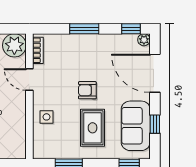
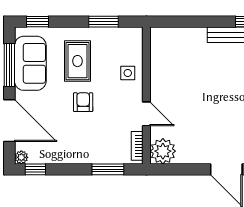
window: (84, 29) -> (108, 169), moved
armchair: (87, 90) -> (83, 102), turned -90
window: (155, 124) -> (9, 65), width x2.17

